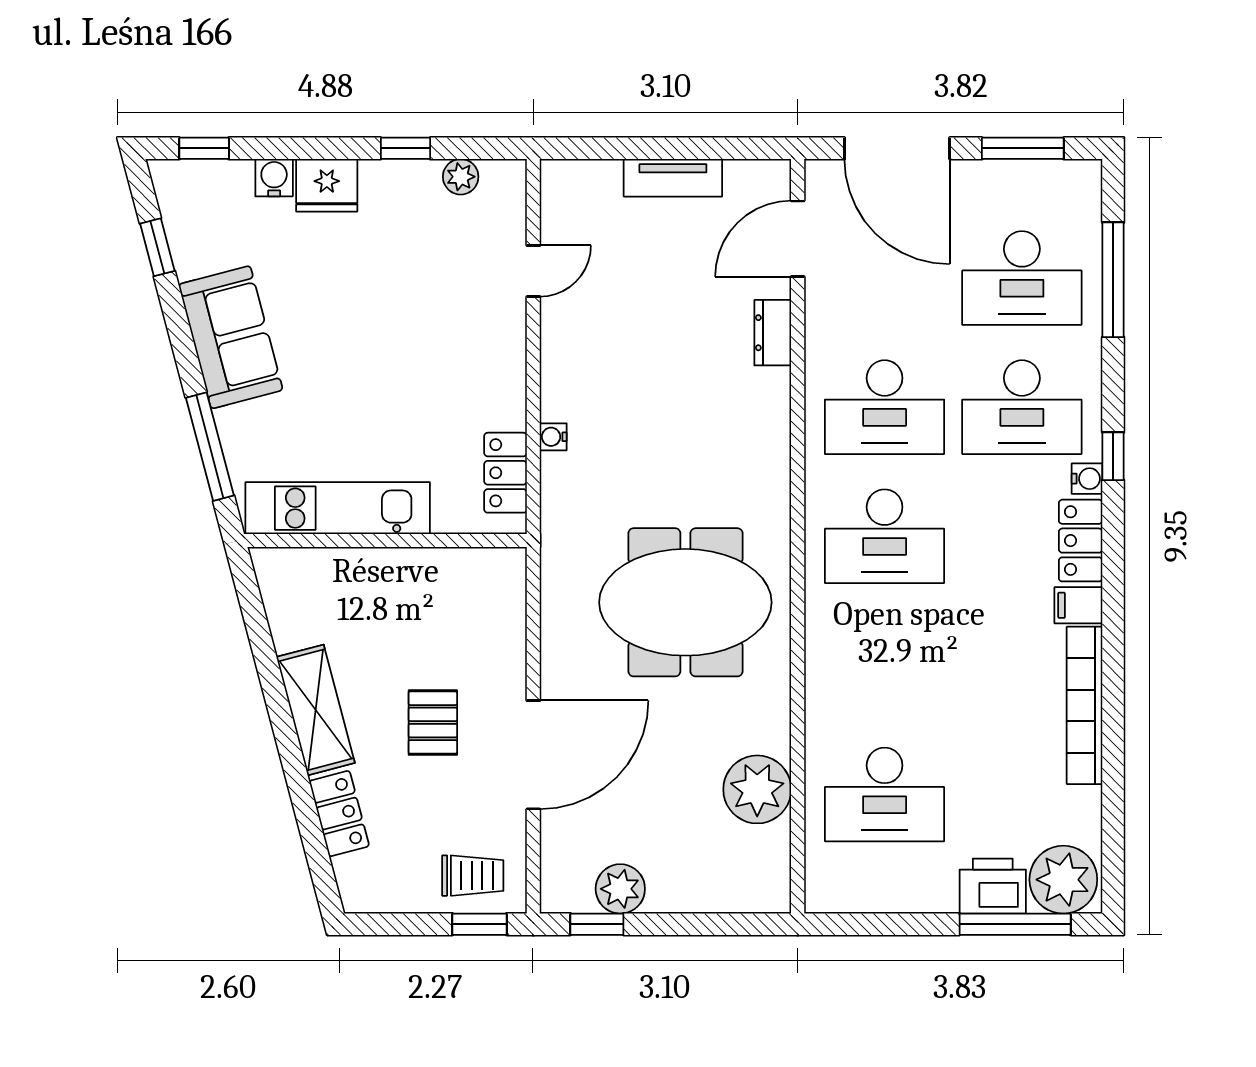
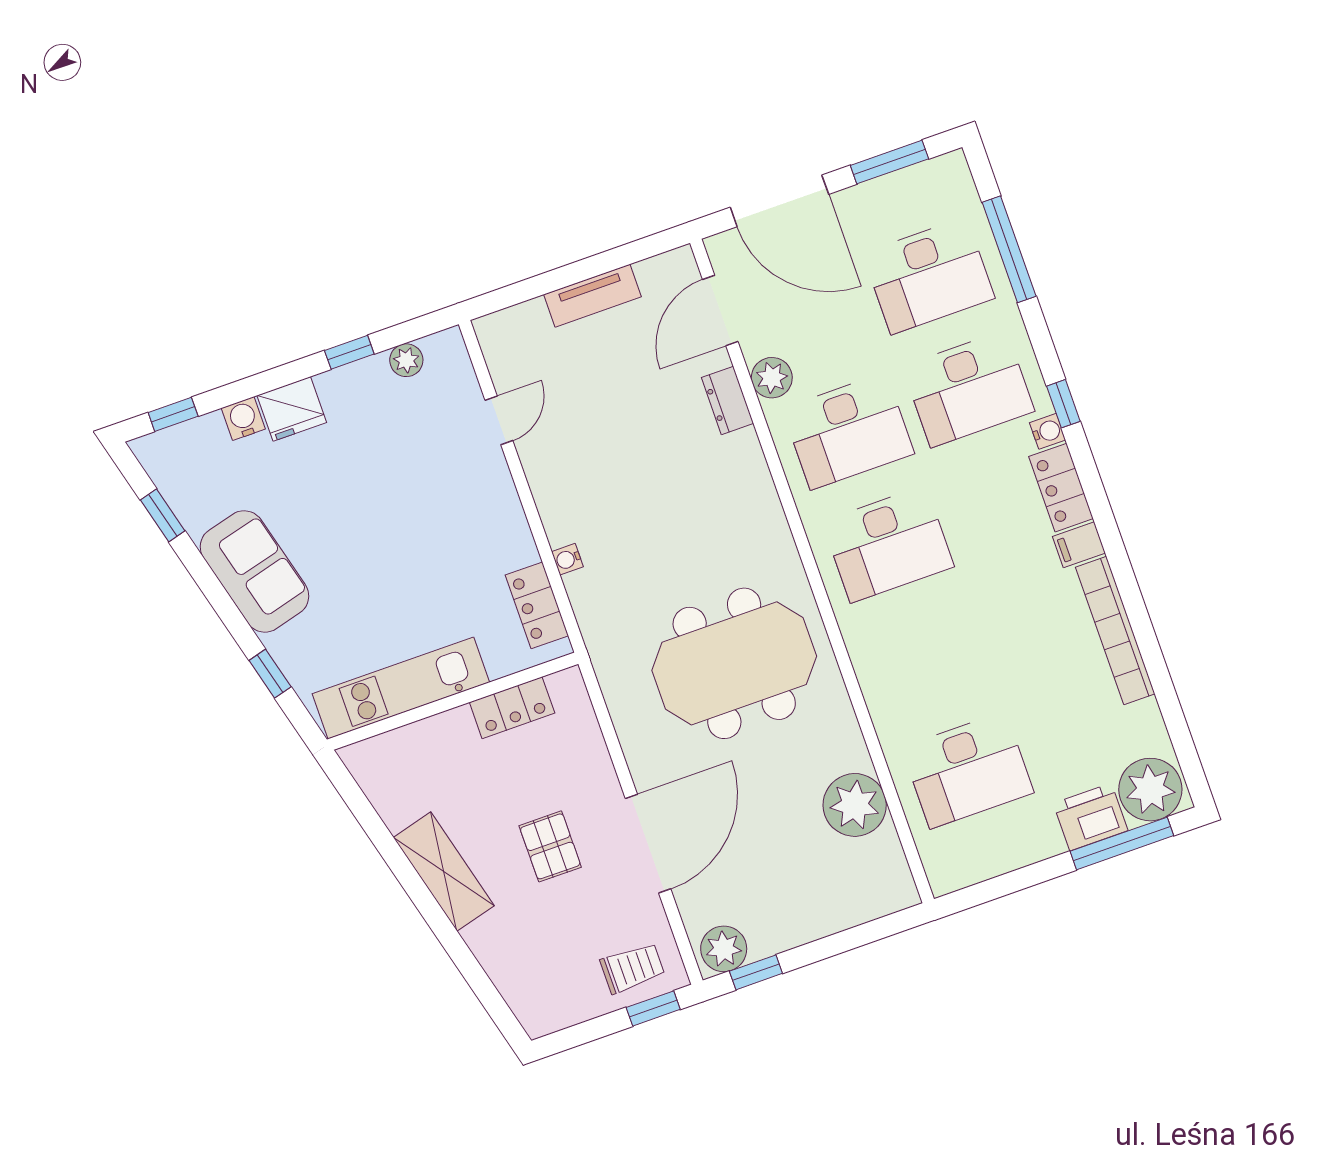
plant: (826, 325) -> (772, 378), added
window: (210, 447) -> (270, 674), width x0.46
locker: (339, 814) -> (512, 708), moved, turned 105
plant: (620, 889) -> (724, 949), moved

